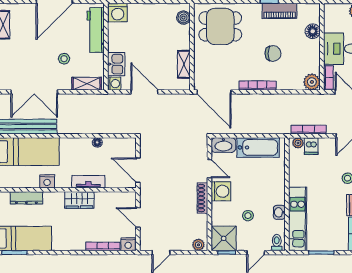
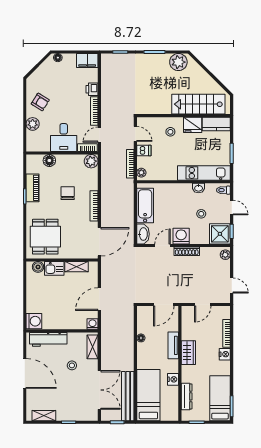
kitchen sink: (116, 64) -> (54, 268), moved, turned 180
dishwasher: (311, 146) -> (144, 151), moved
nightstand: (128, 244) -> (225, 354), moved

